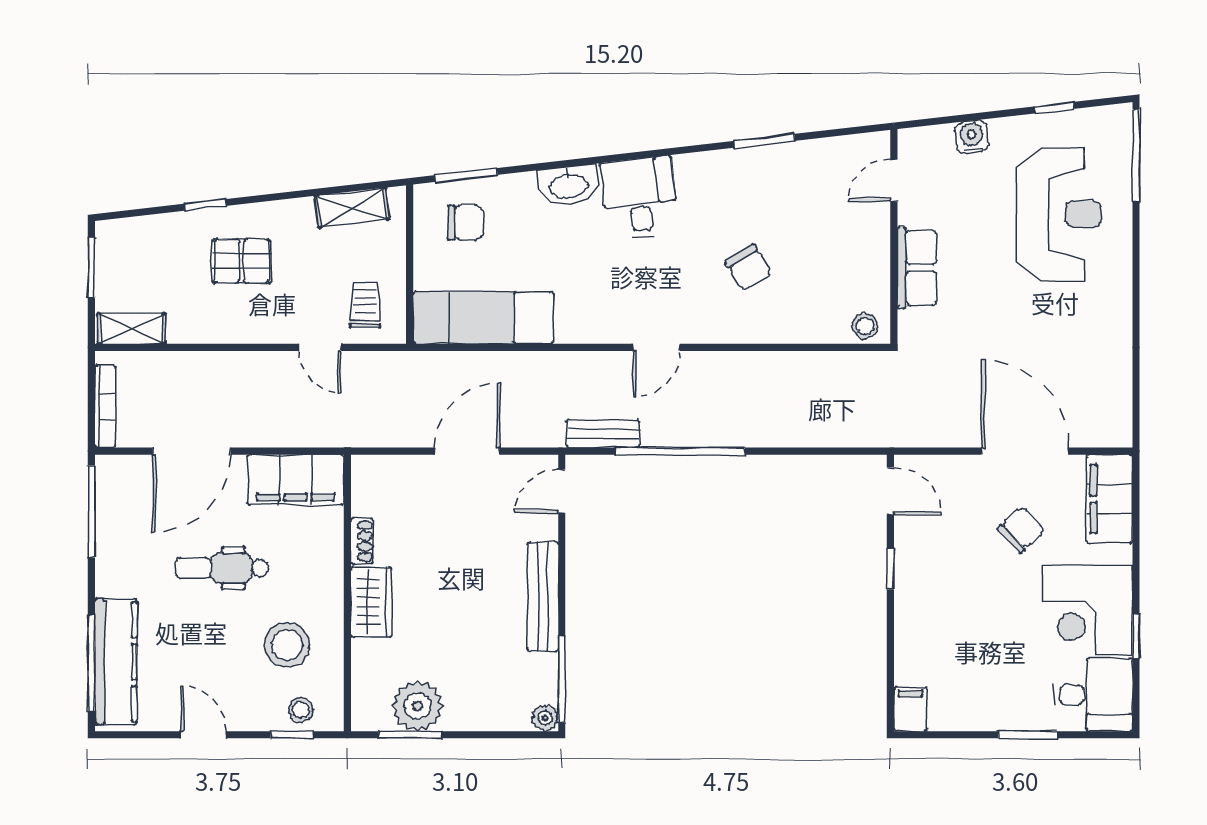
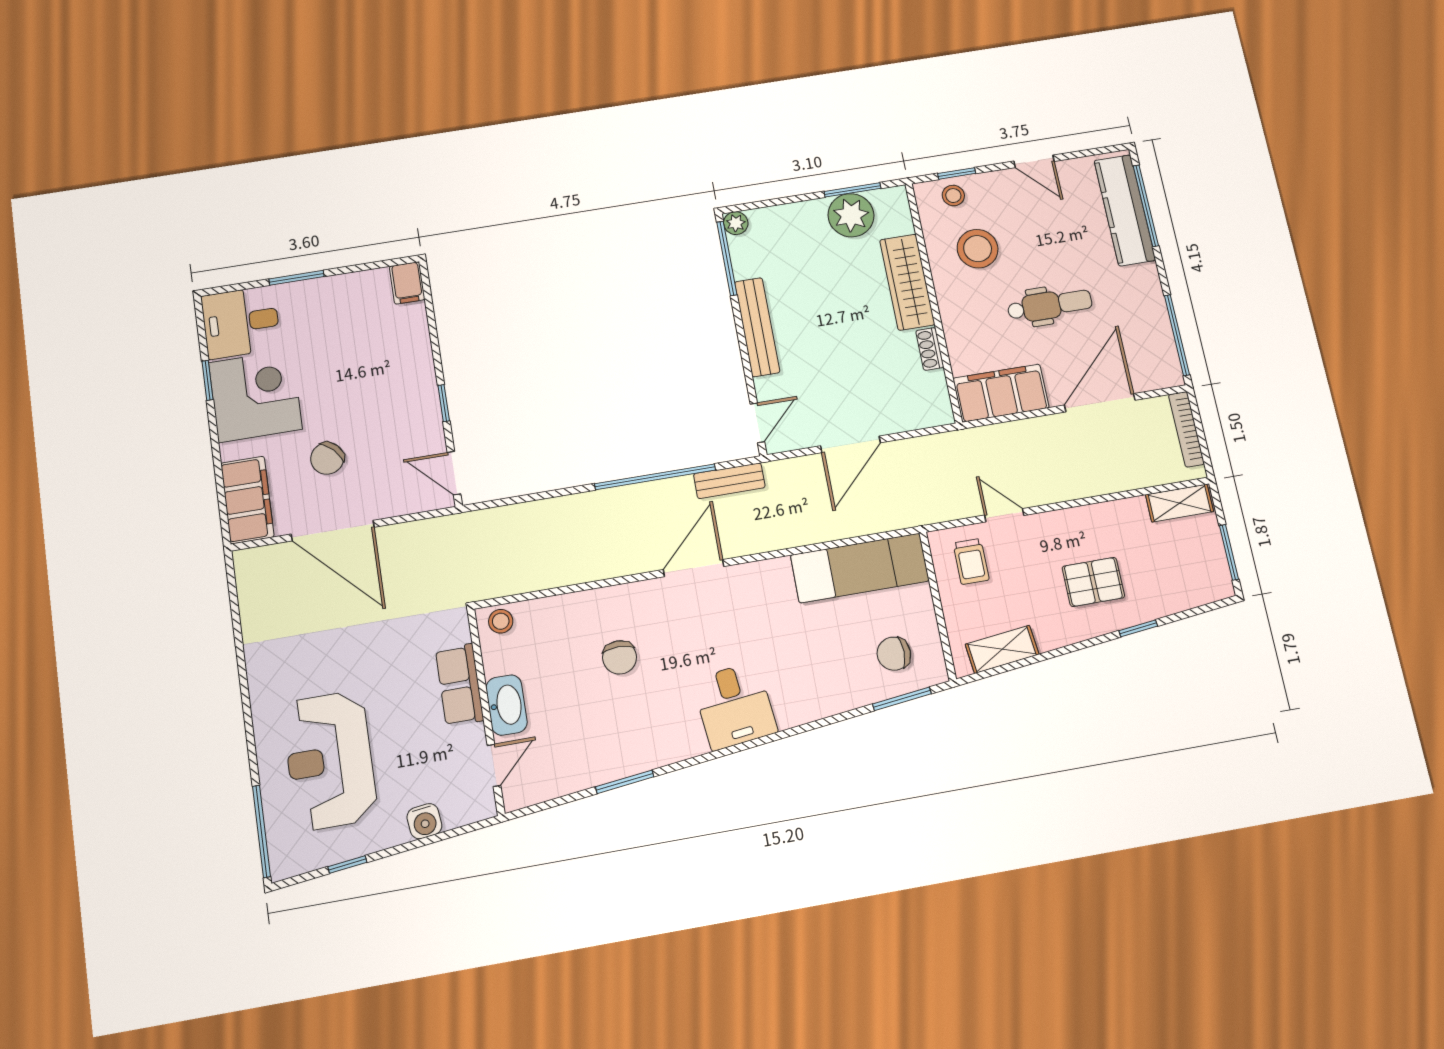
washbasin: (568, 185) -> (507, 705), moved, turned 97
chair: (749, 268) -> (620, 657), turned -147
door: (656, 347) -> (694, 568), width x1.38
wardrobe: (371, 602) -> (907, 282), width x1.50

